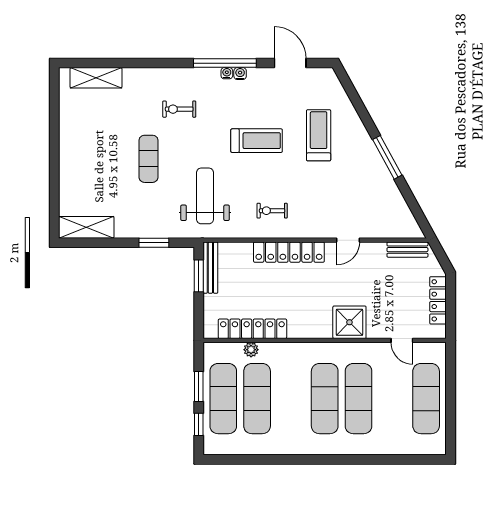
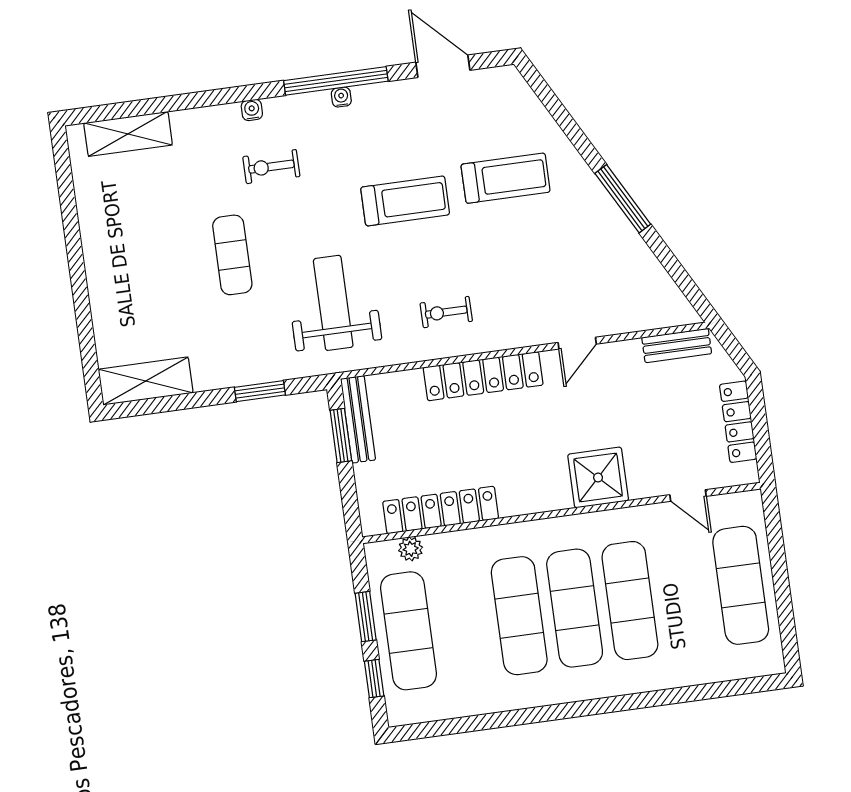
water cooler: (240, 74) -> (252, 110), moved
treadmill: (319, 135) -> (506, 178), turned 90
plant: (251, 350) -> (411, 549), moved
exercise mat: (257, 399) -> (519, 616), moved

